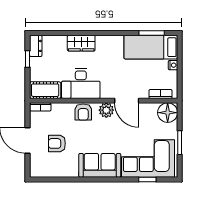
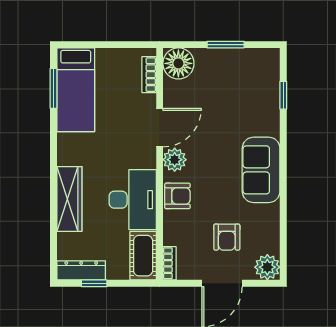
wardrobe: (81, 43) -> (69, 199), width x1.50
dresser: (36, 46) -> (81, 270), width x1.44
nightstand: (173, 65) -> (104, 55), removed
corner sofa: (148, 159) -> (250, 94), removed
plant: (38, 169) -> (267, 267), added

